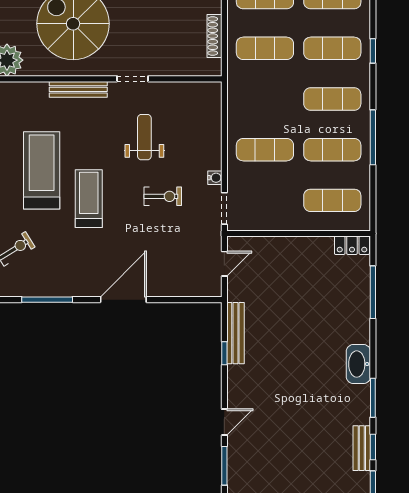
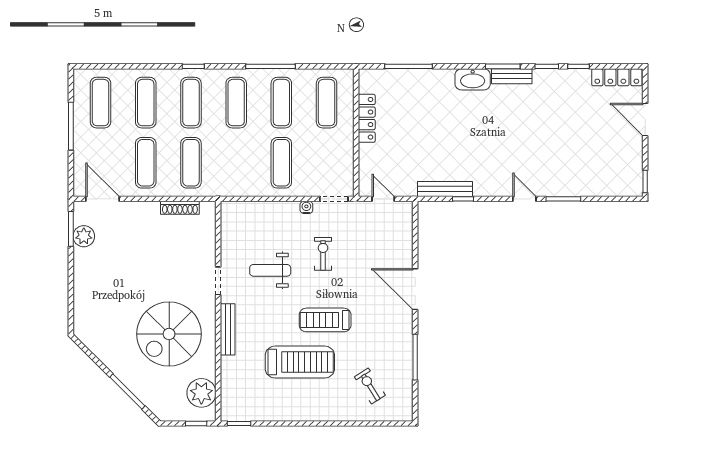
treadmill: (42, 170) -> (300, 362), turned 180
locker: (352, 245) -> (367, 118), moved, width x1.53
bench: (362, 448) -> (512, 76), moved

